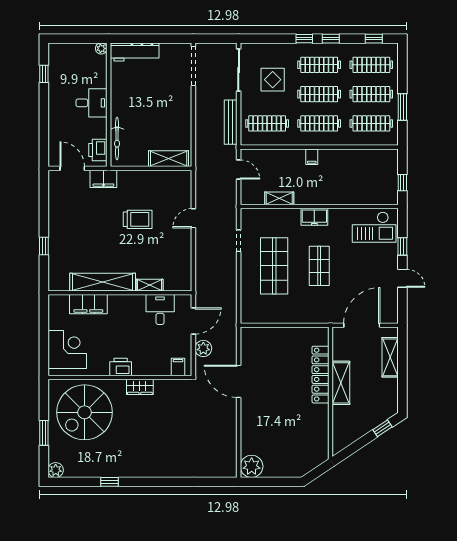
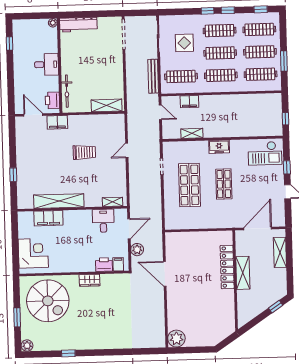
filing cabinet: (312, 157) -> (189, 102), moved, width x2.00
shelving: (150, 285) -> (113, 202), moved
printer: (121, 367) -> (104, 265), moved
spiral stairs: (85, 412) -> (48, 301), turned -90

